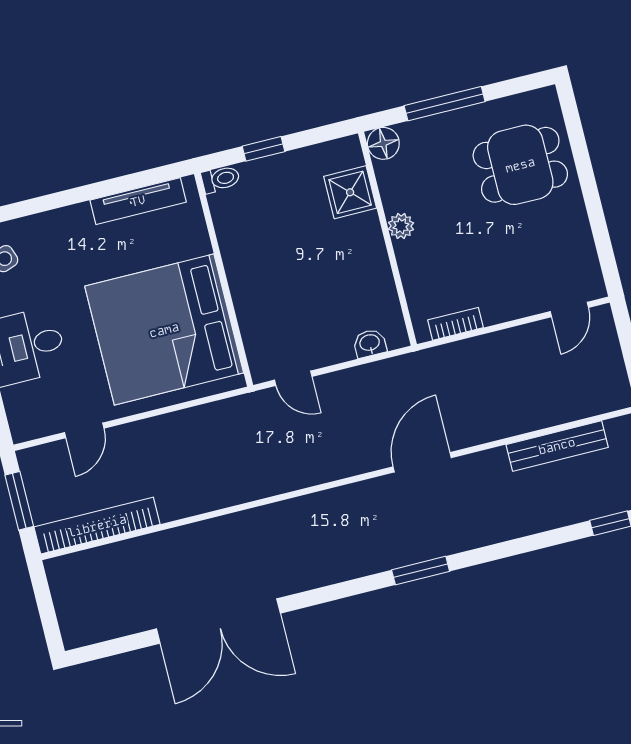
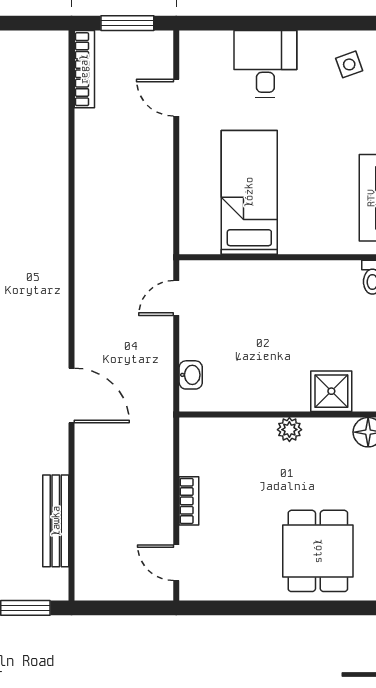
bookcase: (455, 324) -> (189, 501), moved
bed: (164, 330) -> (249, 192), width x0.49
bookcase: (97, 526) -> (84, 69), width x0.68, depth x0.76

